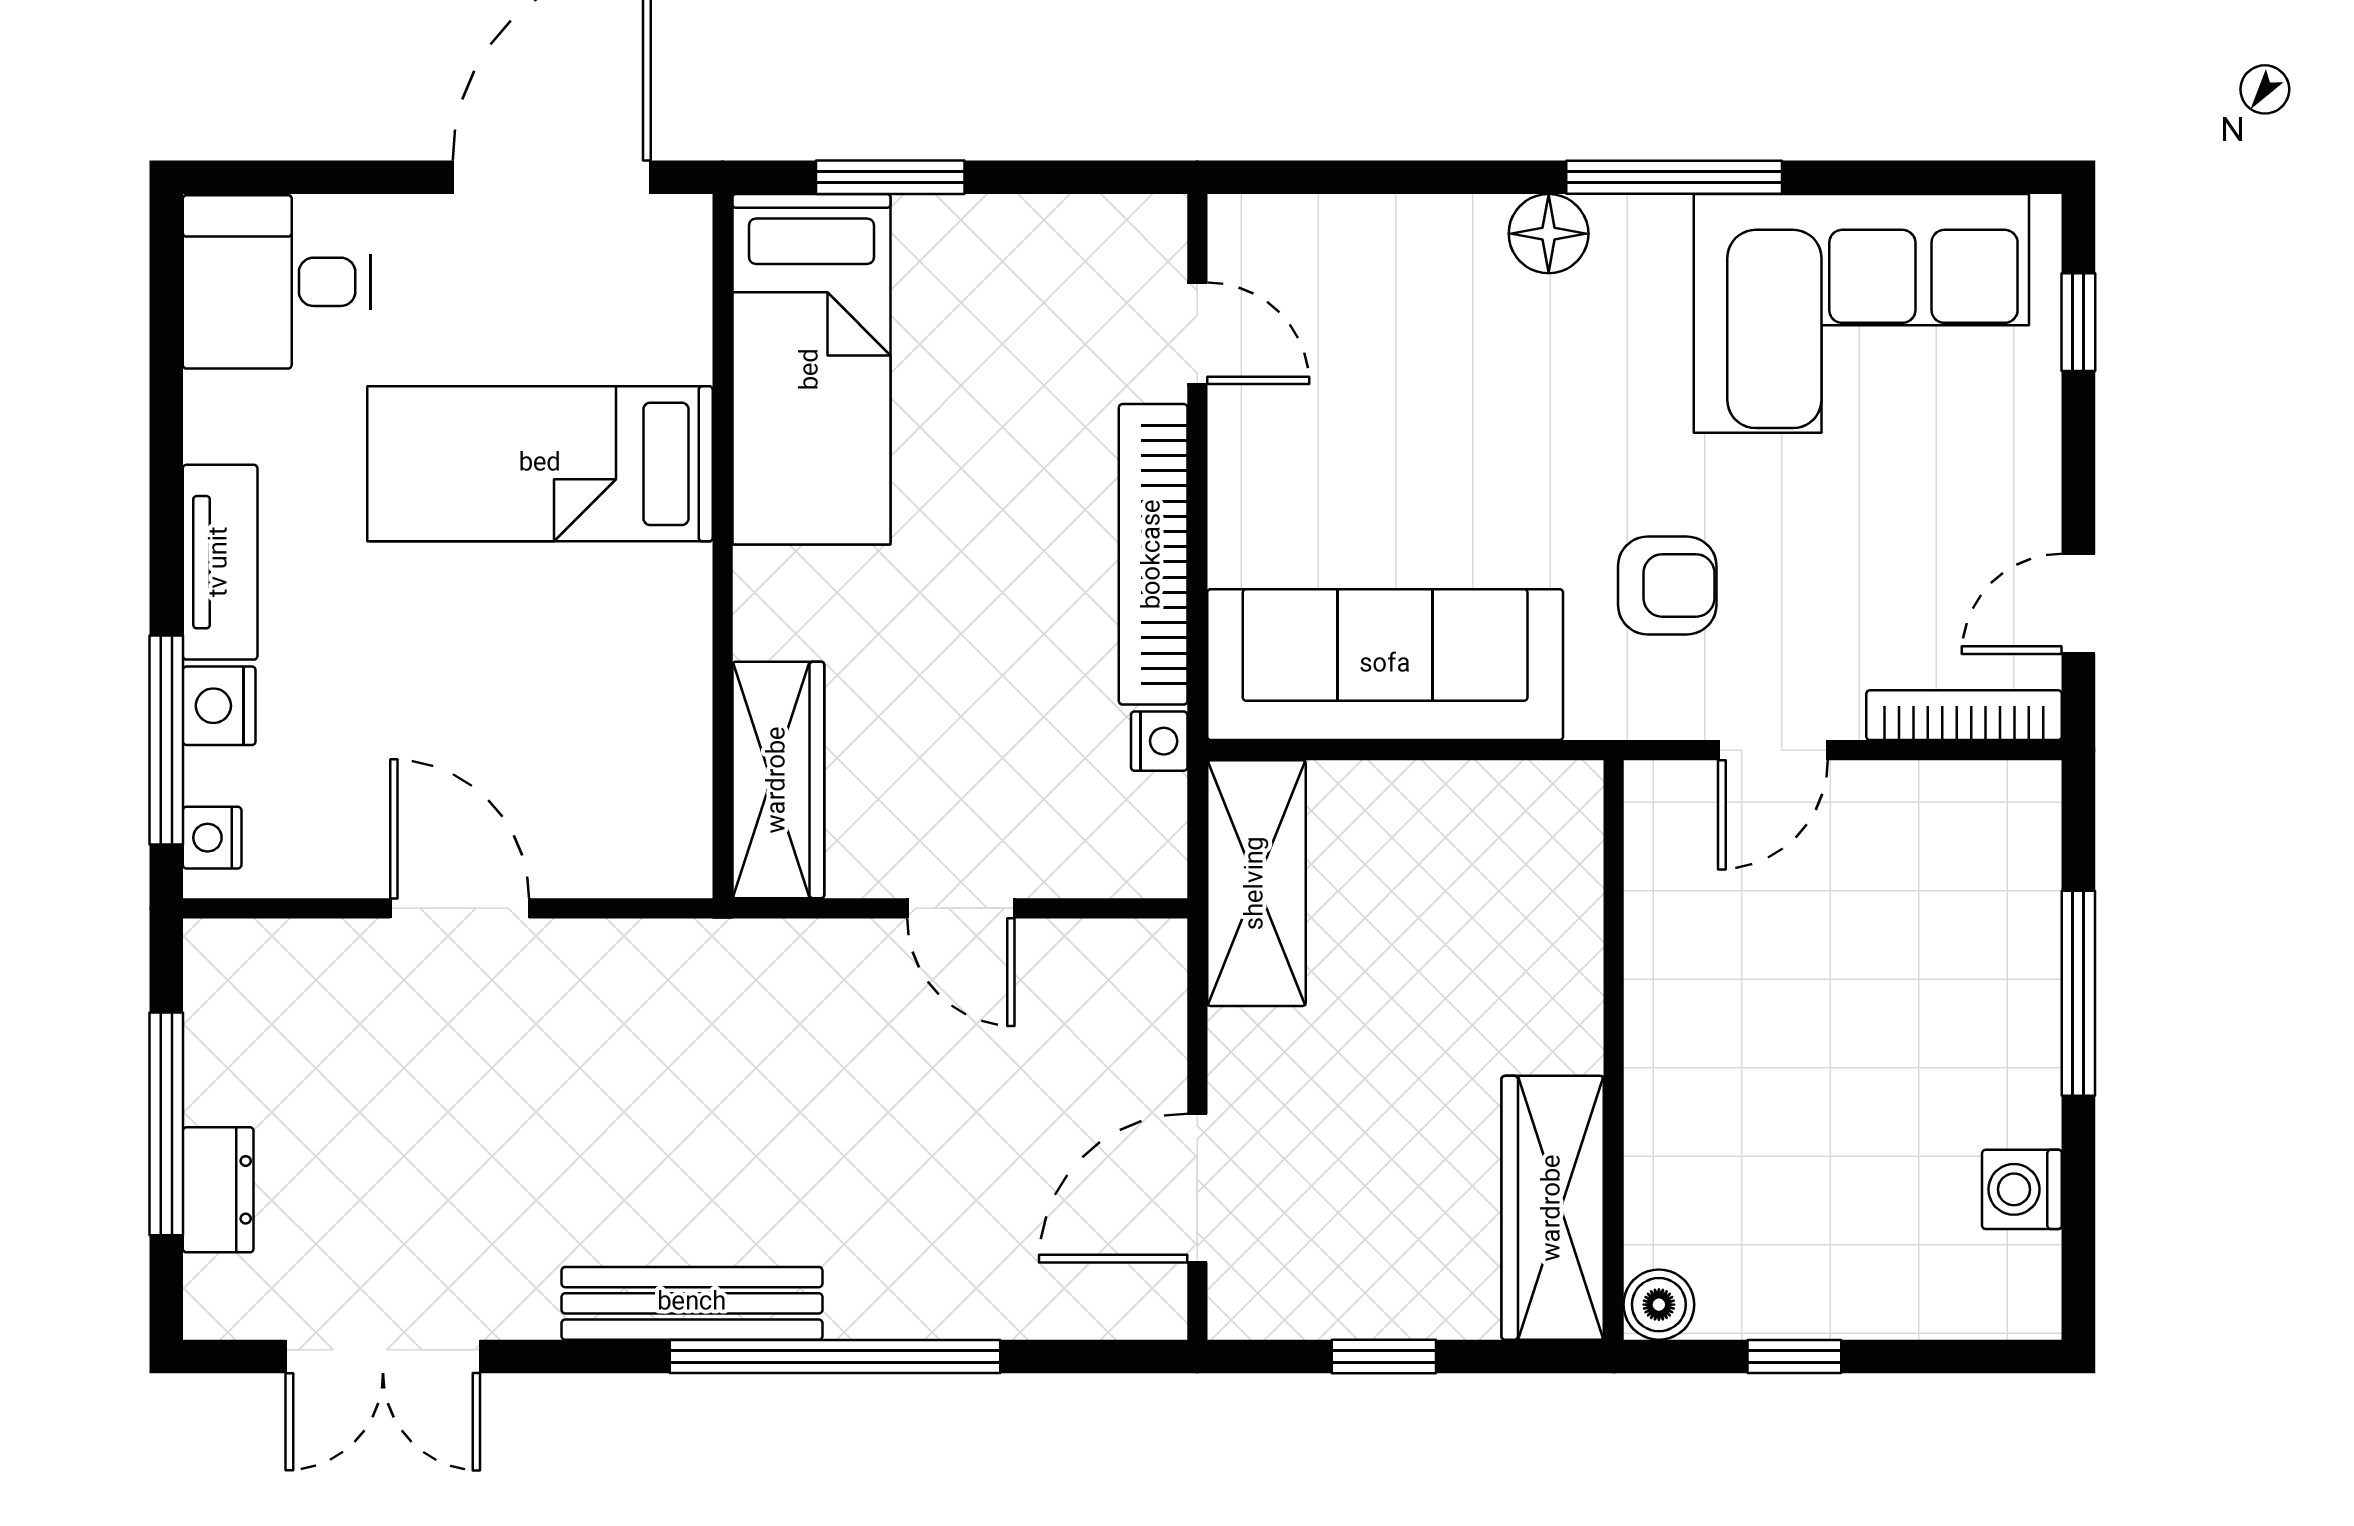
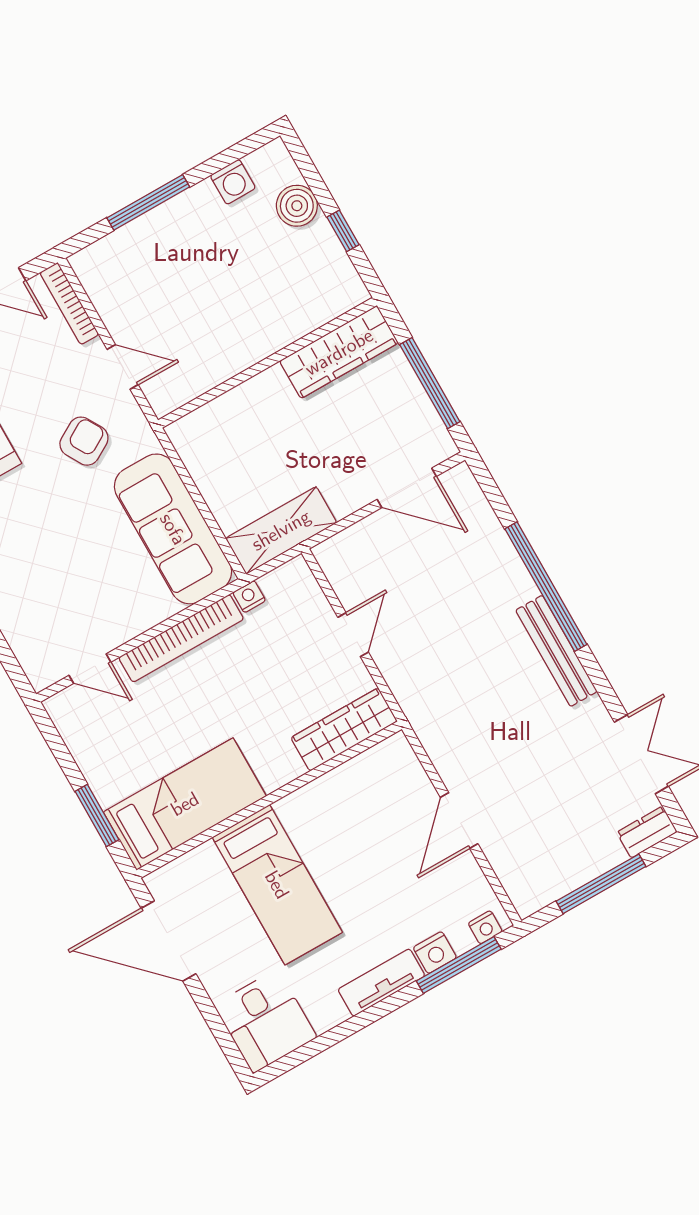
door: (1197, 333) -> (90, 669), swing flipped
armchair: (1667, 585) -> (84, 441), turned 60
dresser: (218, 1190) -> (647, 832), moved
boiler: (1659, 1305) -> (297, 206), moved, width x1.36, depth x1.36
window: (1384, 1356) -> (430, 383), width x2.17

